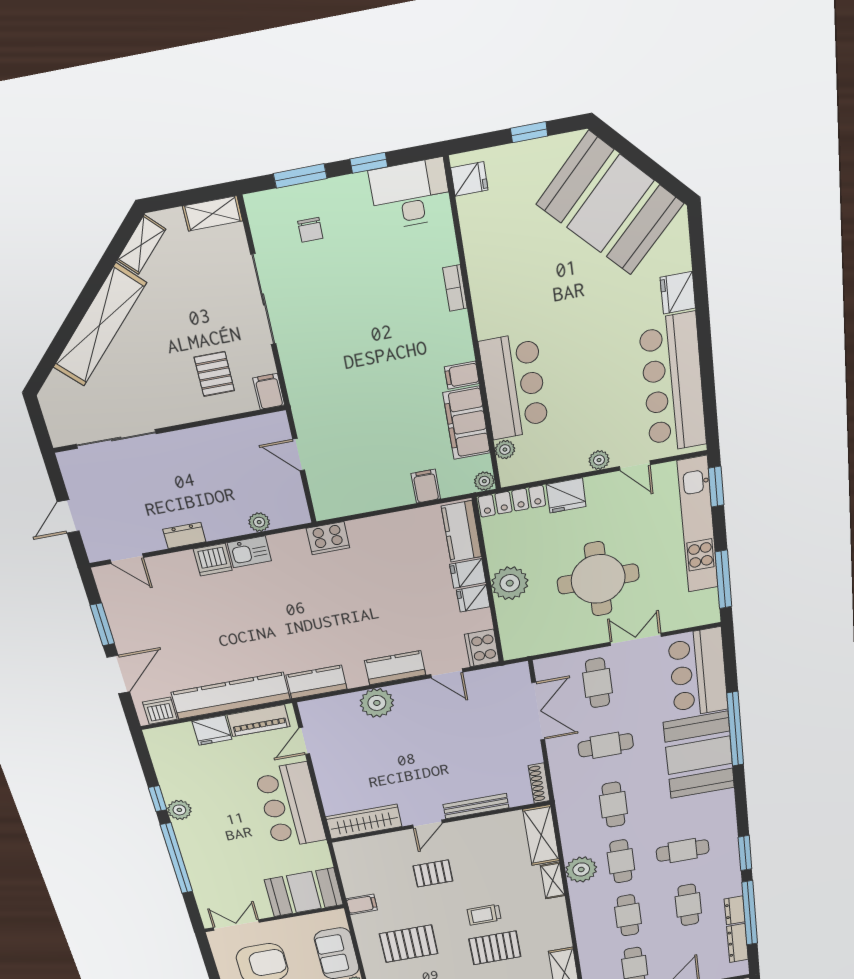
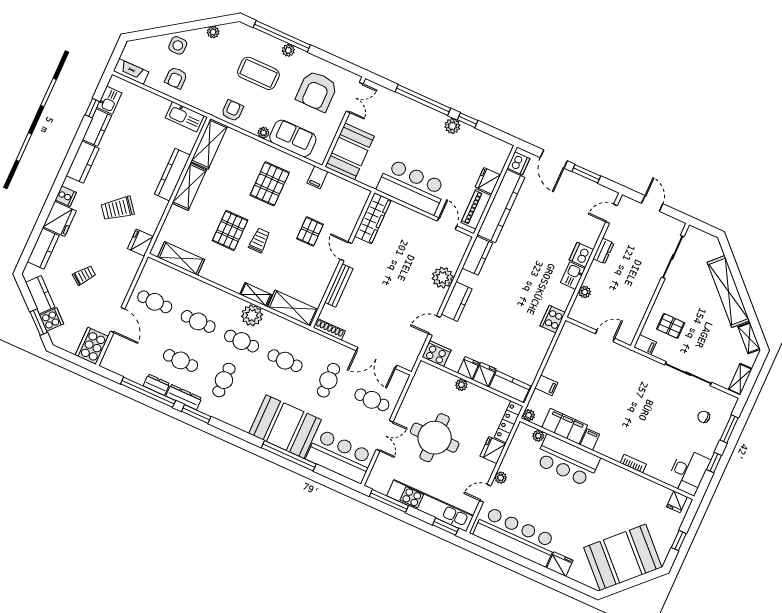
plant: (510, 583) -> (461, 385), width x0.53, depth x0.53
dresser: (737, 943) -> (184, 397), moved

